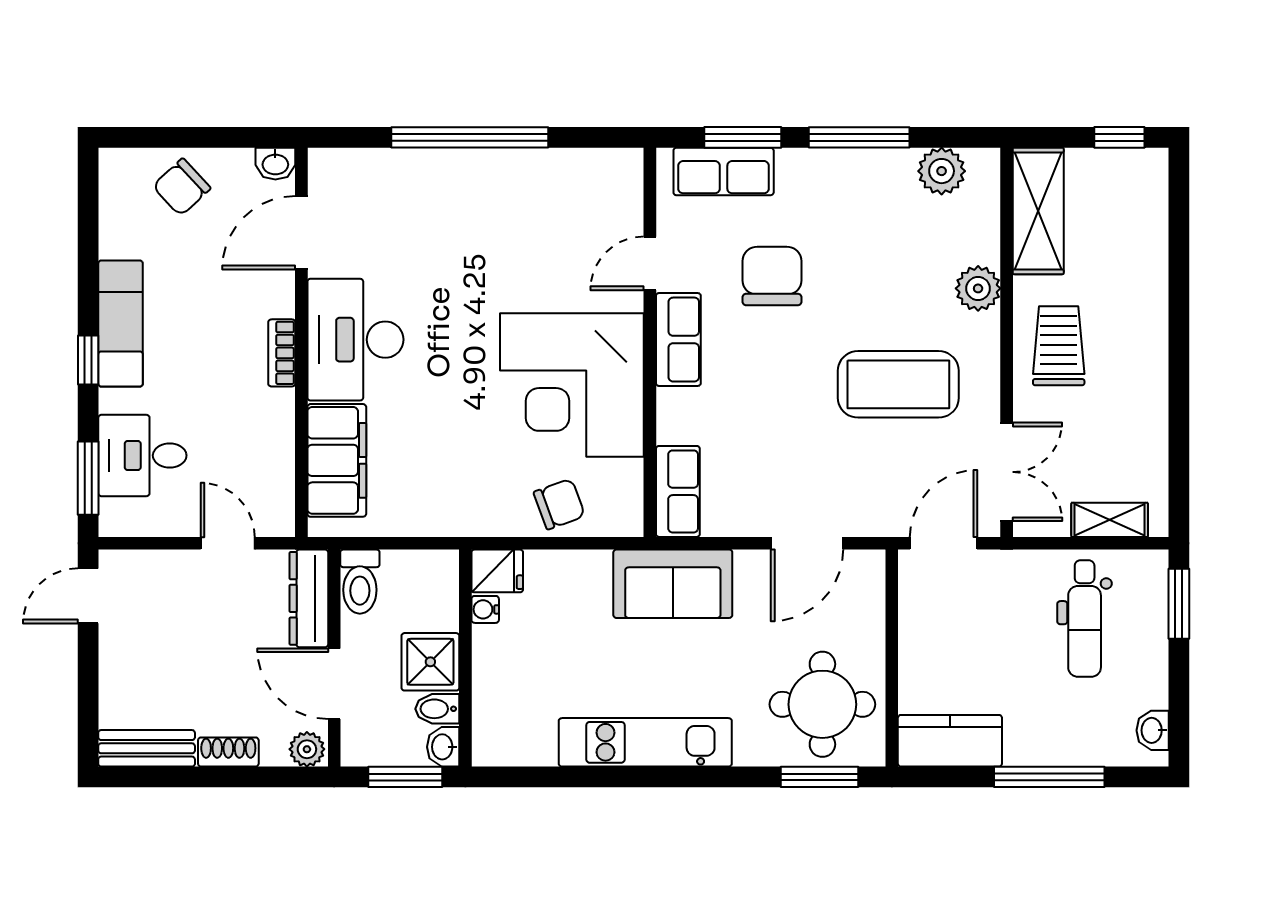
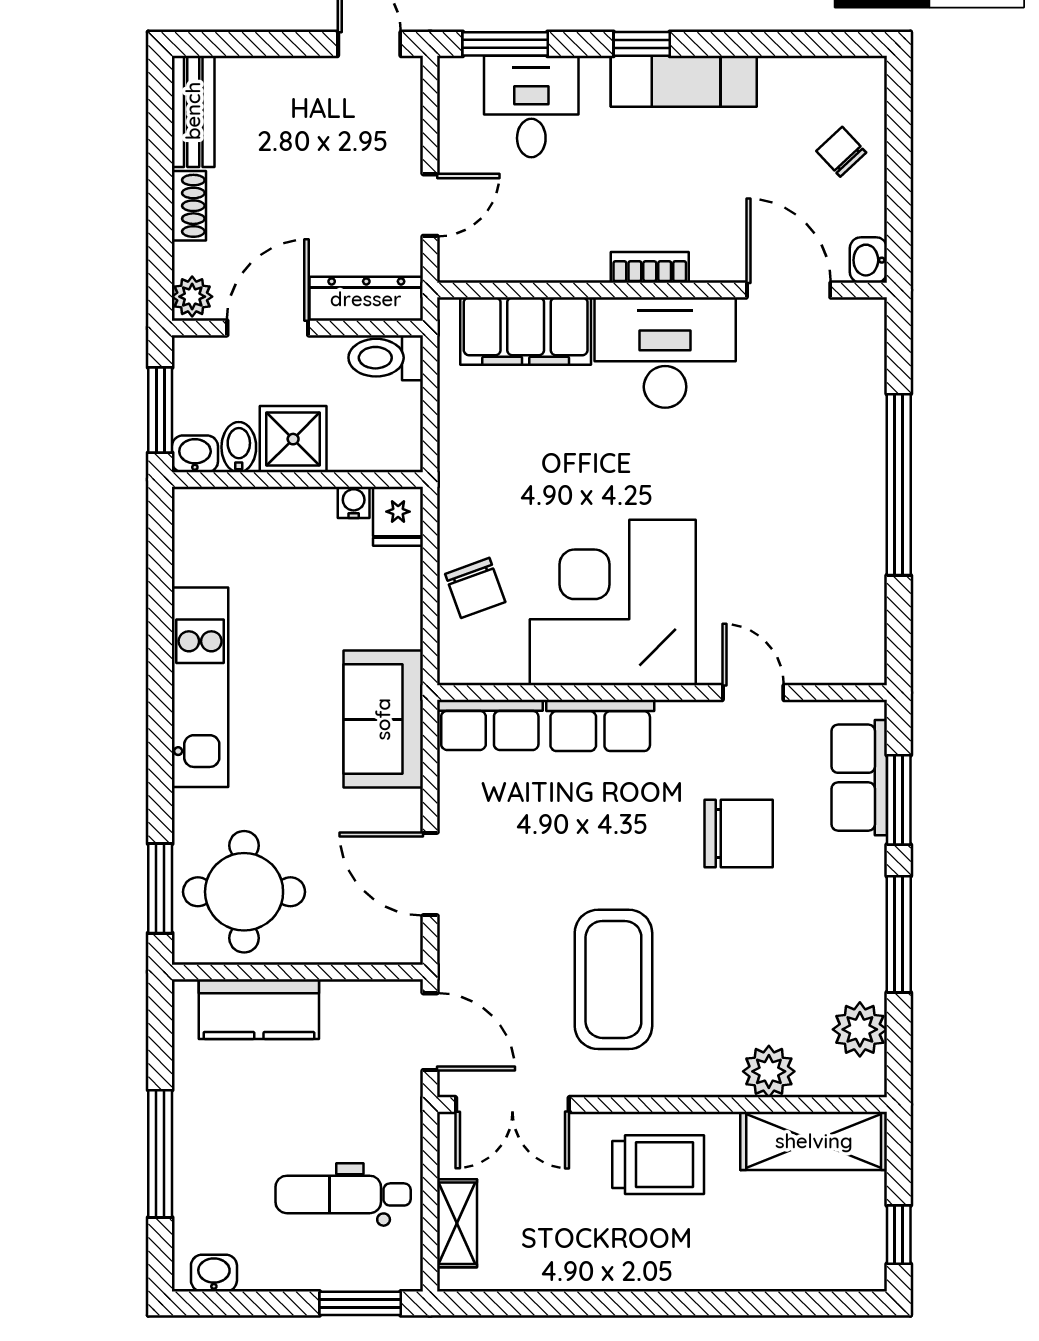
chair: (182, 187) -> (841, 152), width x0.73, depth x0.73
plant: (978, 288) -> (769, 1071), moved
row of seats: (678, 340) -> (600, 725), moved
kitchen counter: (950, 741) -> (259, 1009), moved, turned 90

